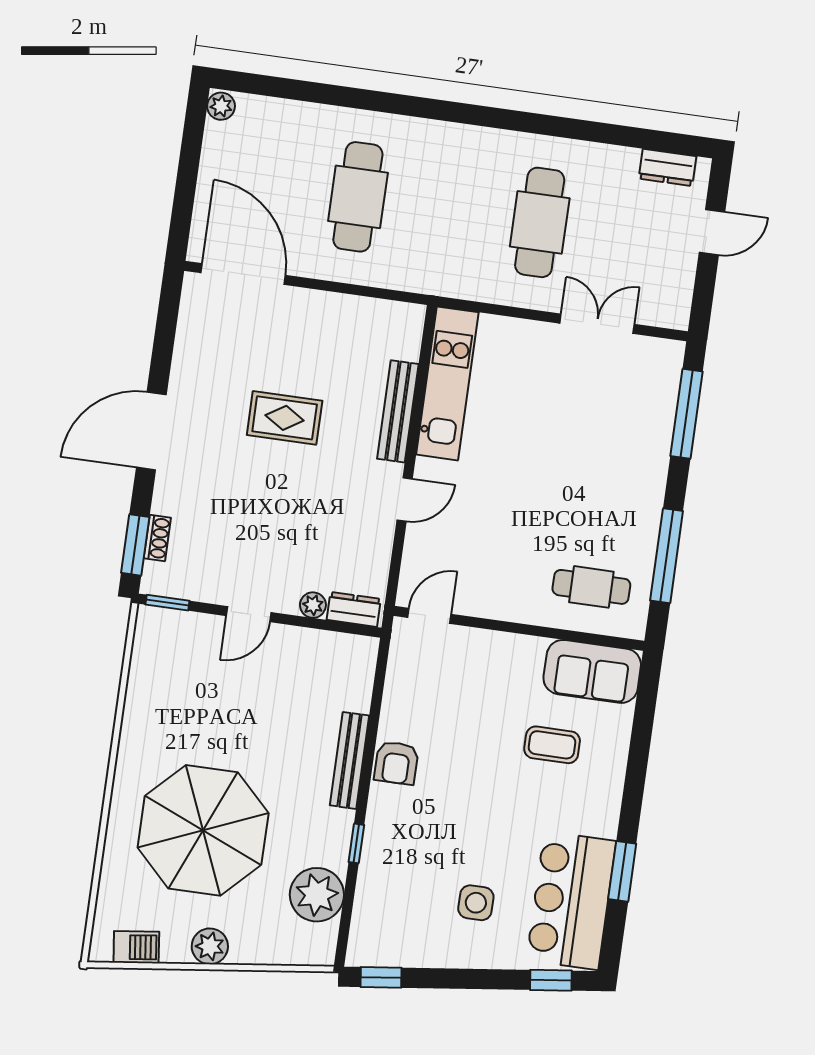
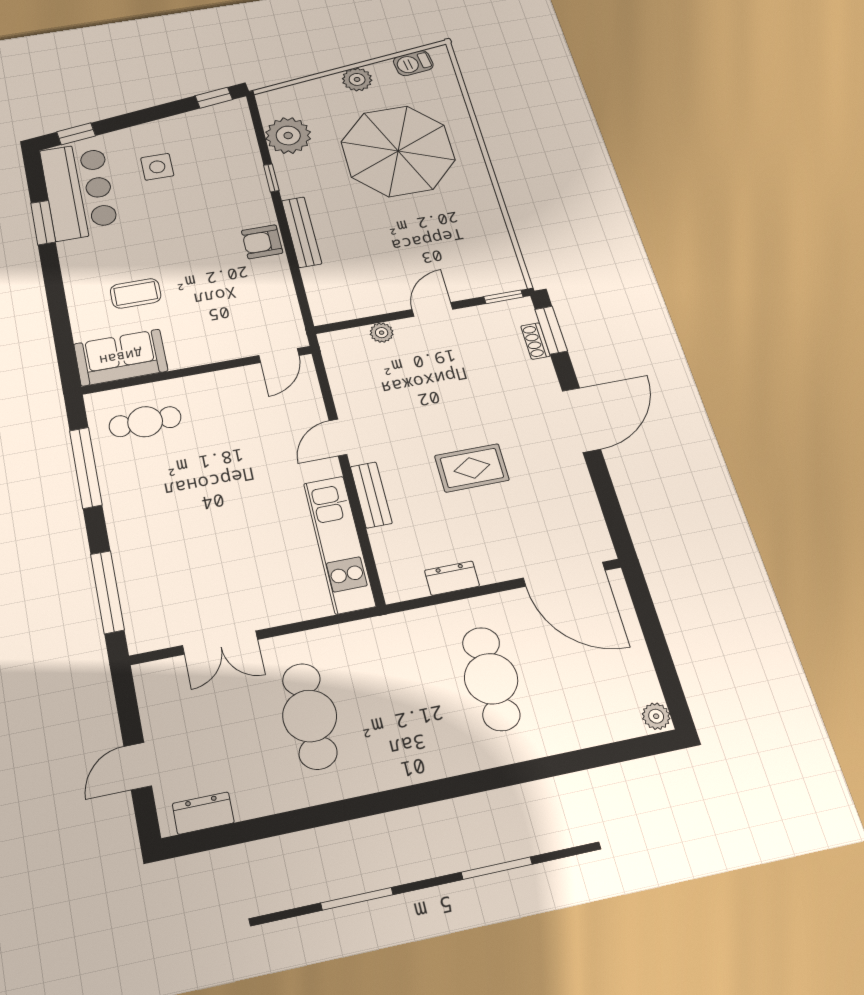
bench: (398, 411) -> (371, 495), width x0.73
dresser: (354, 609) -> (452, 578), moved, turned 180
armchair: (396, 763) -> (262, 242), turned -90

